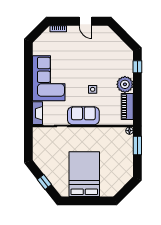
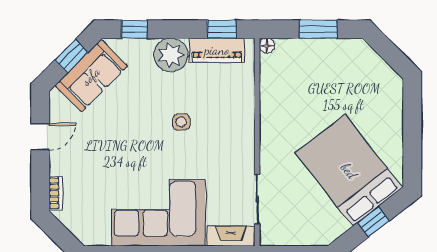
window: (124, 36) -> (72, 56), added
window: (137, 109) -> (222, 29), added
sofa: (83, 116) -> (91, 76), moved, turned -135
window: (137, 145) -> (318, 29), moved
bed: (84, 174) -> (349, 171), moved, turned 52

